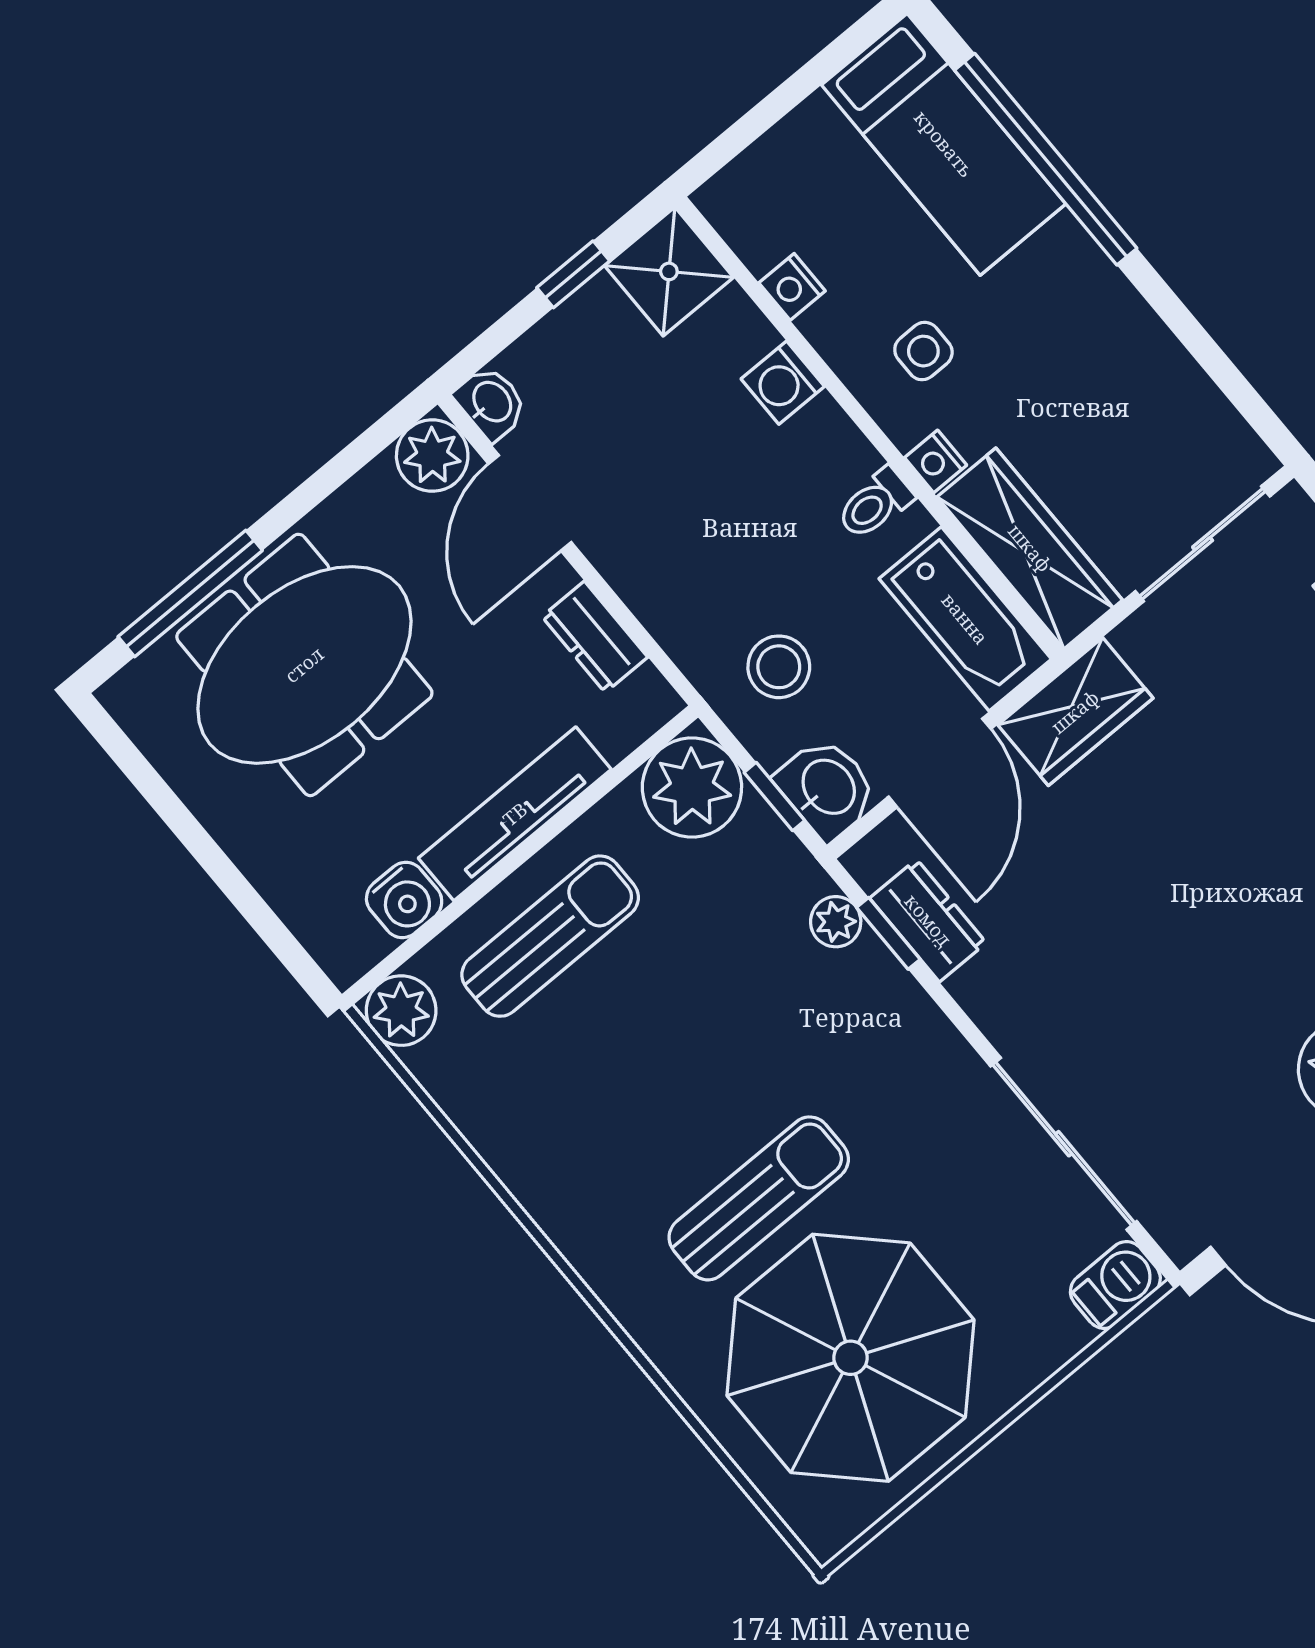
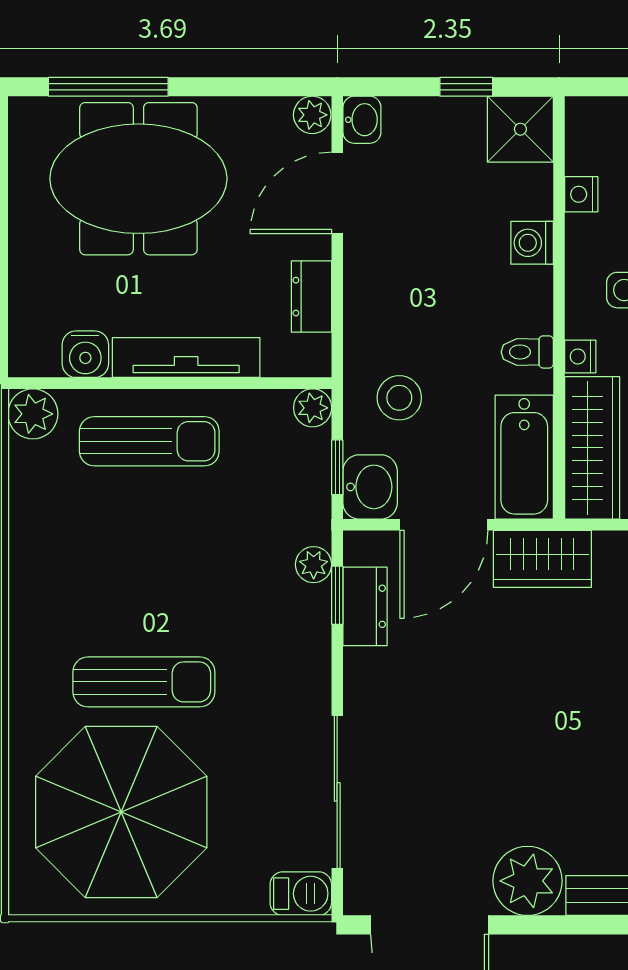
plant: (432, 456) -> (312, 115), width x0.73, depth x0.73
plant: (692, 787) -> (313, 408), width x0.53, depth x0.53

